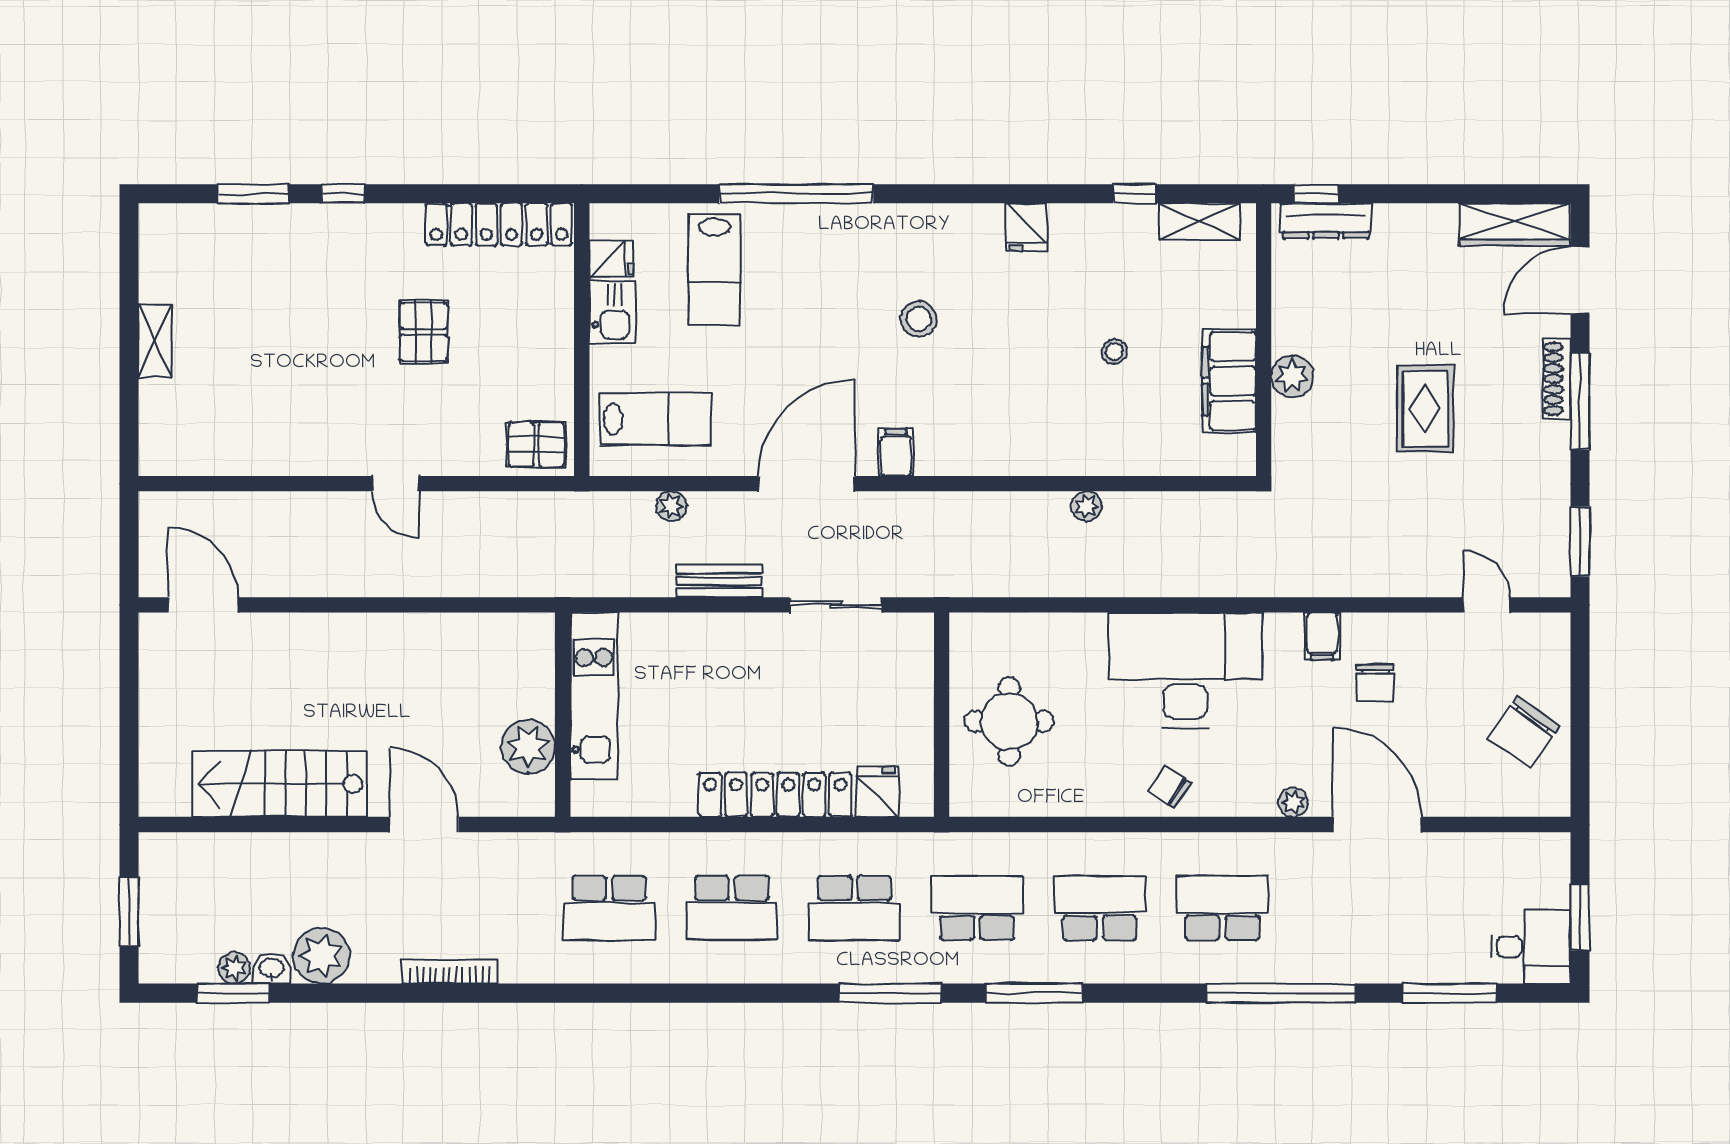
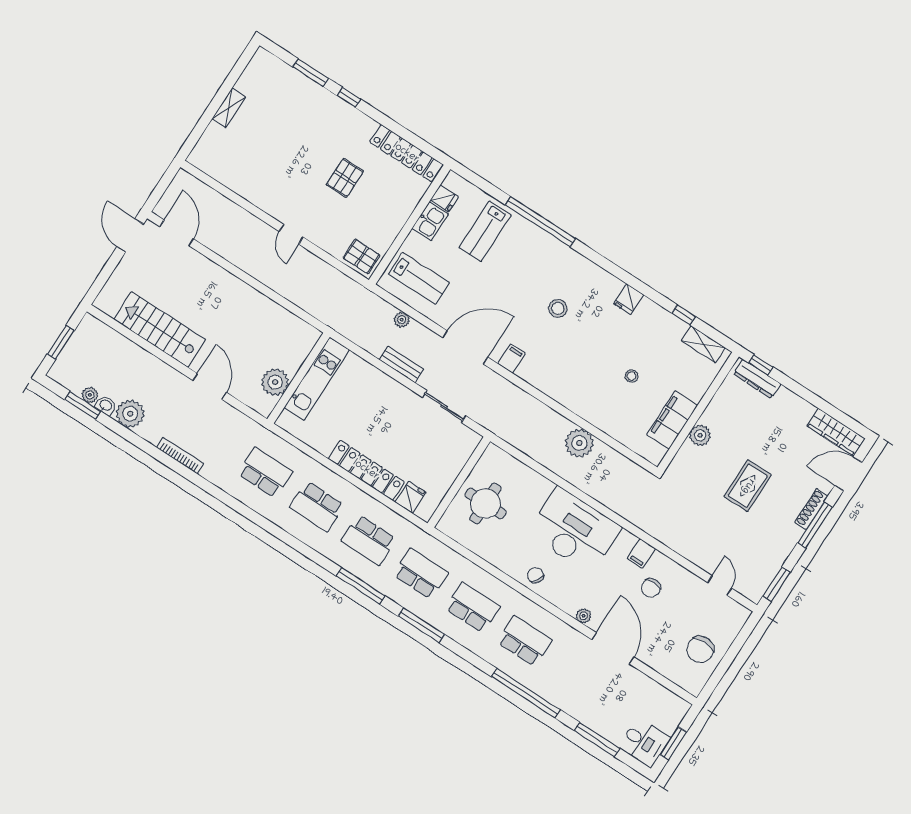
plant: (1087, 506) -> (579, 443), width x1.88, depth x1.88
door: (129, 660) -> (130, 236), added
chair: (1524, 732) -> (700, 649), turned -35
school desk: (609, 908) -> (265, 473), turned 180

